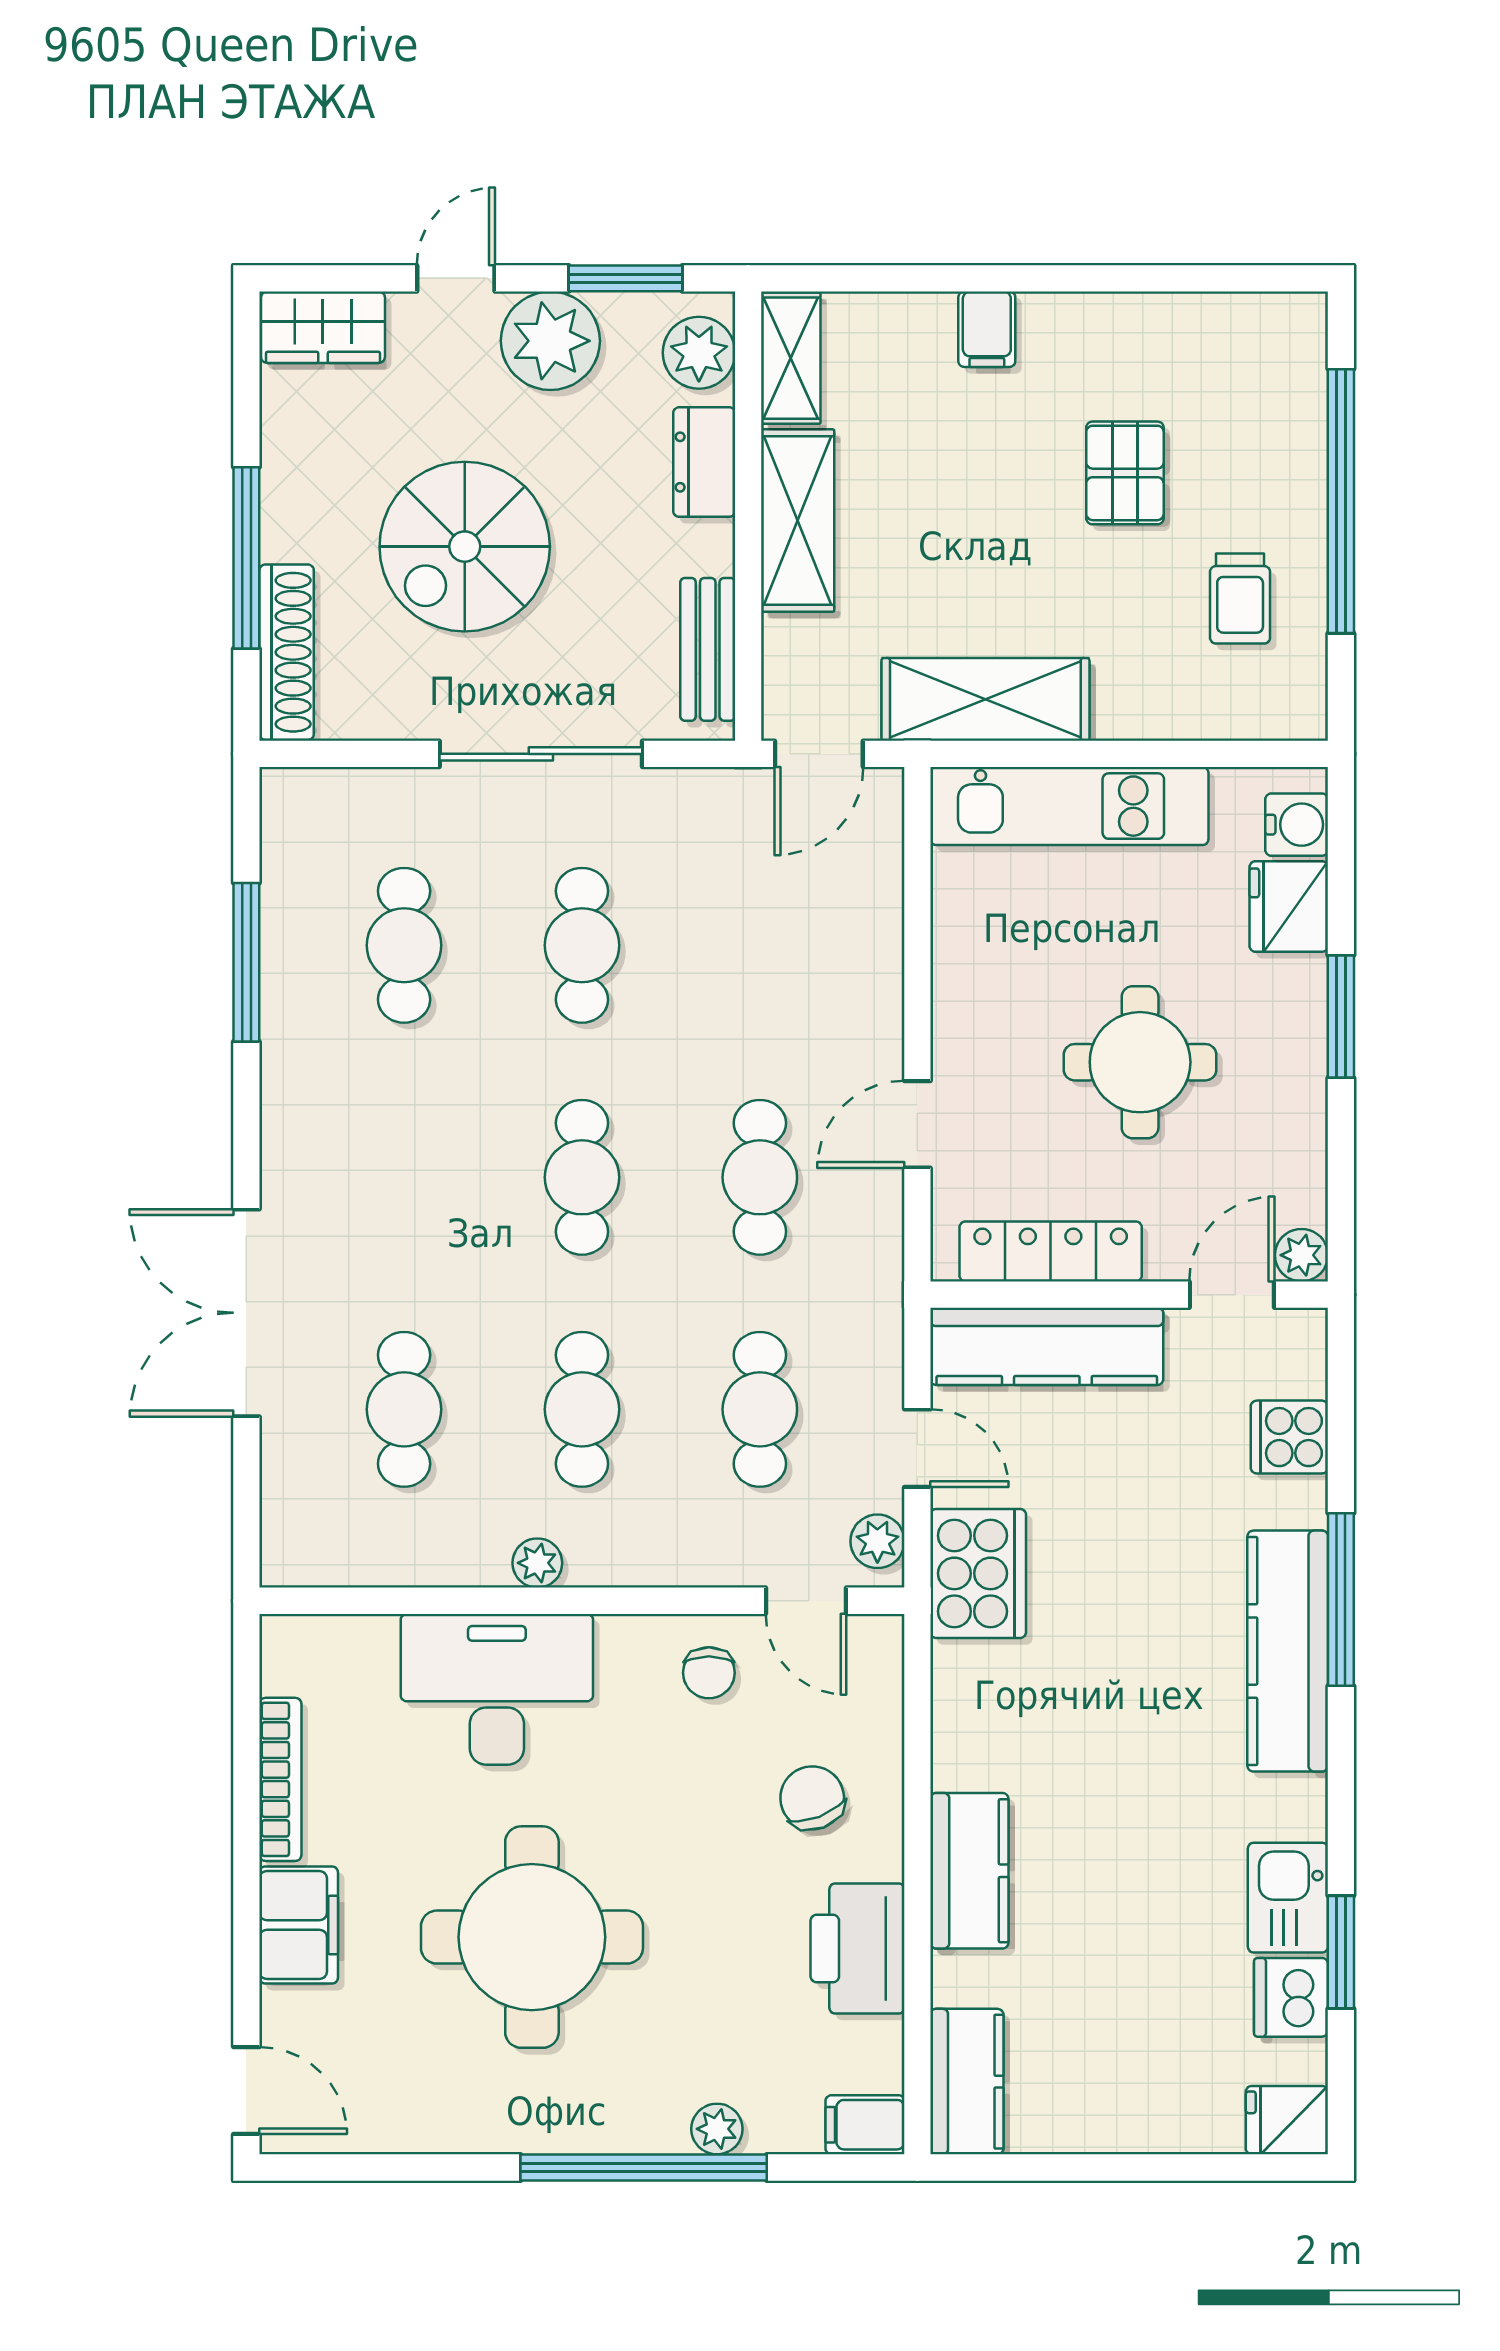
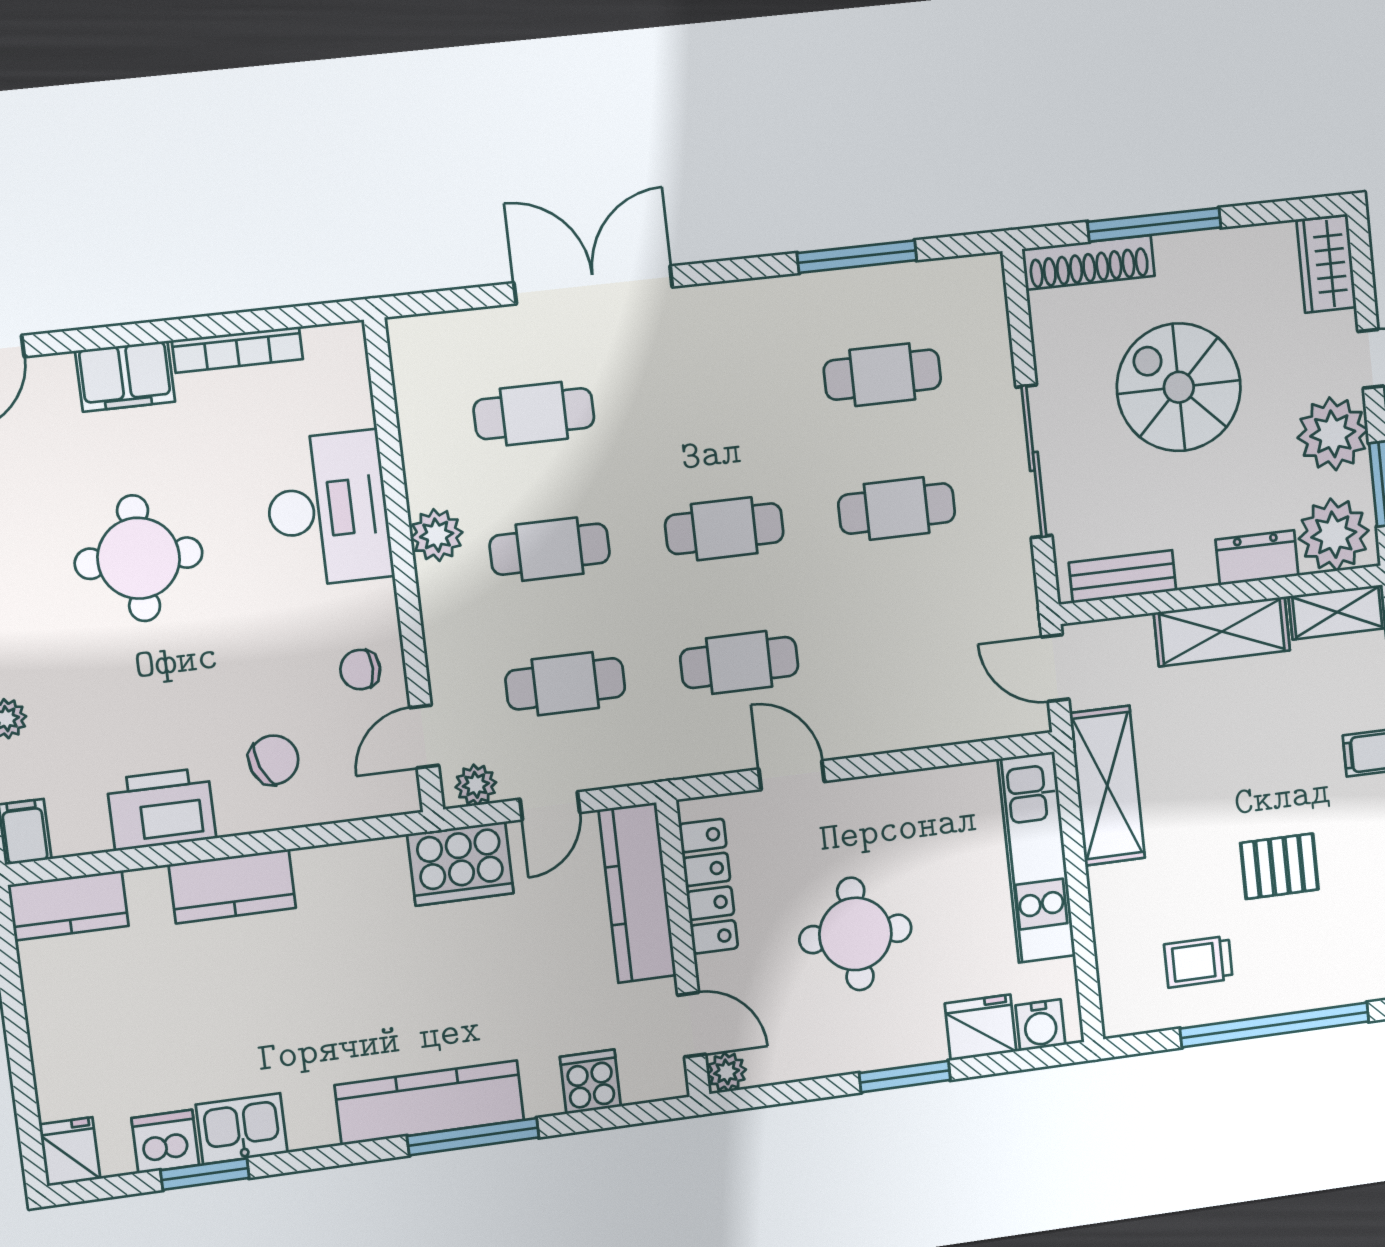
plant: (699, 353) -> (1334, 535), width x1.36, depth x1.36
plant: (537, 1563) -> (437, 535), width x1.38, depth x1.38
round table: (532, 1937) -> (139, 558), width x0.73, depth x0.73

